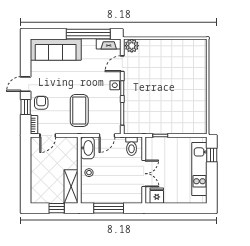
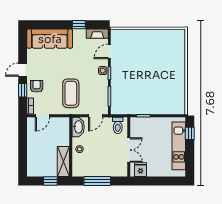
window: (88, 34) -> (79, 25), width x0.32
plant: (132, 46) -> (118, 35), removed

